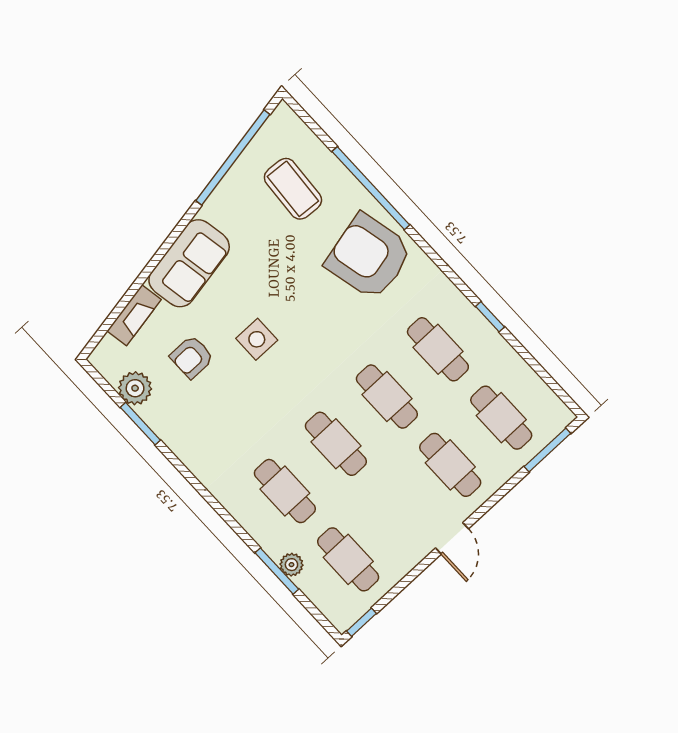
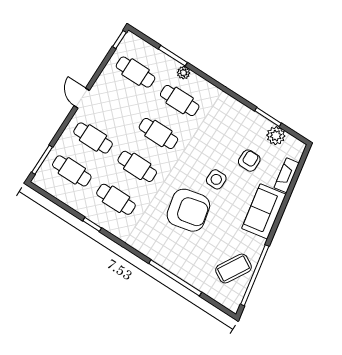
coffee table: (293, 189) -> (234, 269), moved, turned -64
armchair: (369, 257) -> (188, 210), moved
plant: (291, 565) -> (184, 73), moved

